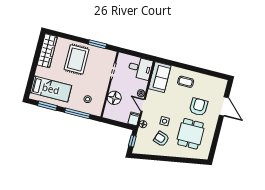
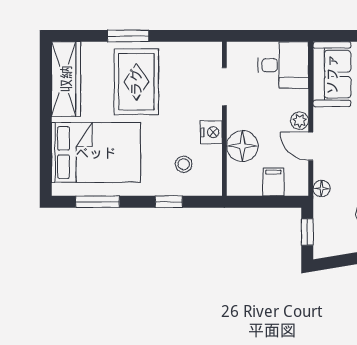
window: (97, 44) -> (128, 36), moved
bed: (51, 89) -> (96, 153), width x1.50
nightstand: (103, 89) -> (211, 132), added
window: (77, 113) -> (169, 202), width x0.46
filing cabinet: (134, 119) -> (273, 182), moved

